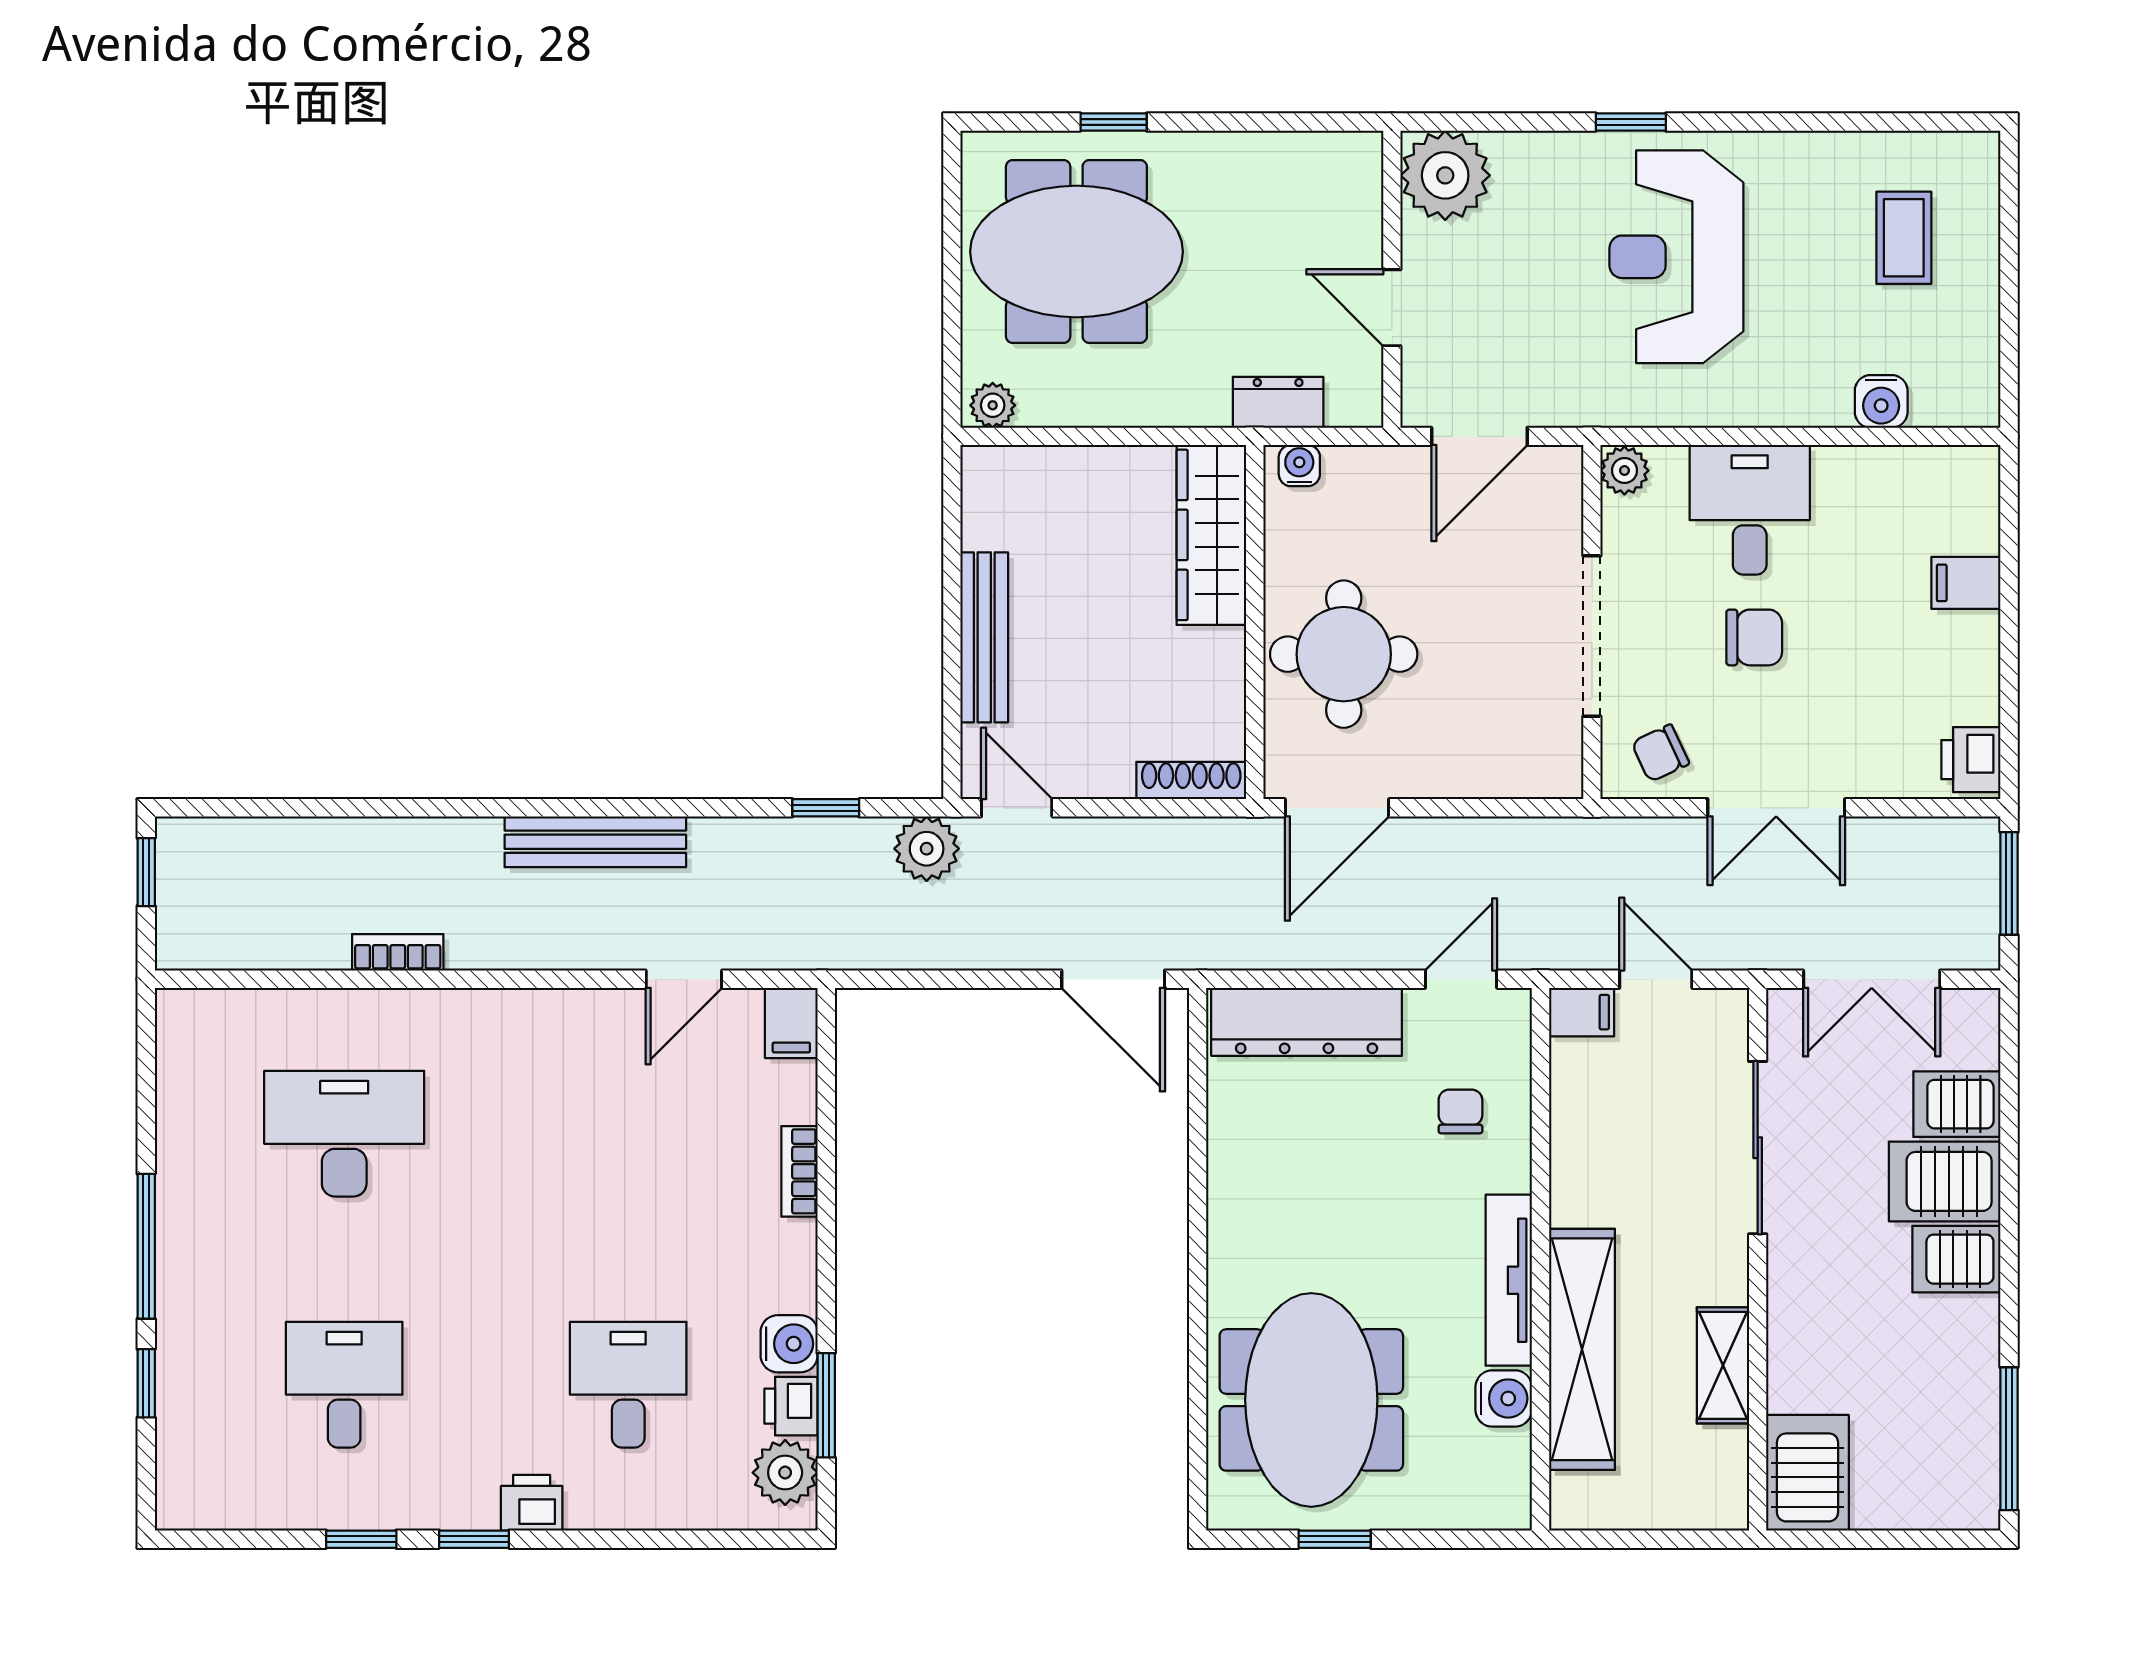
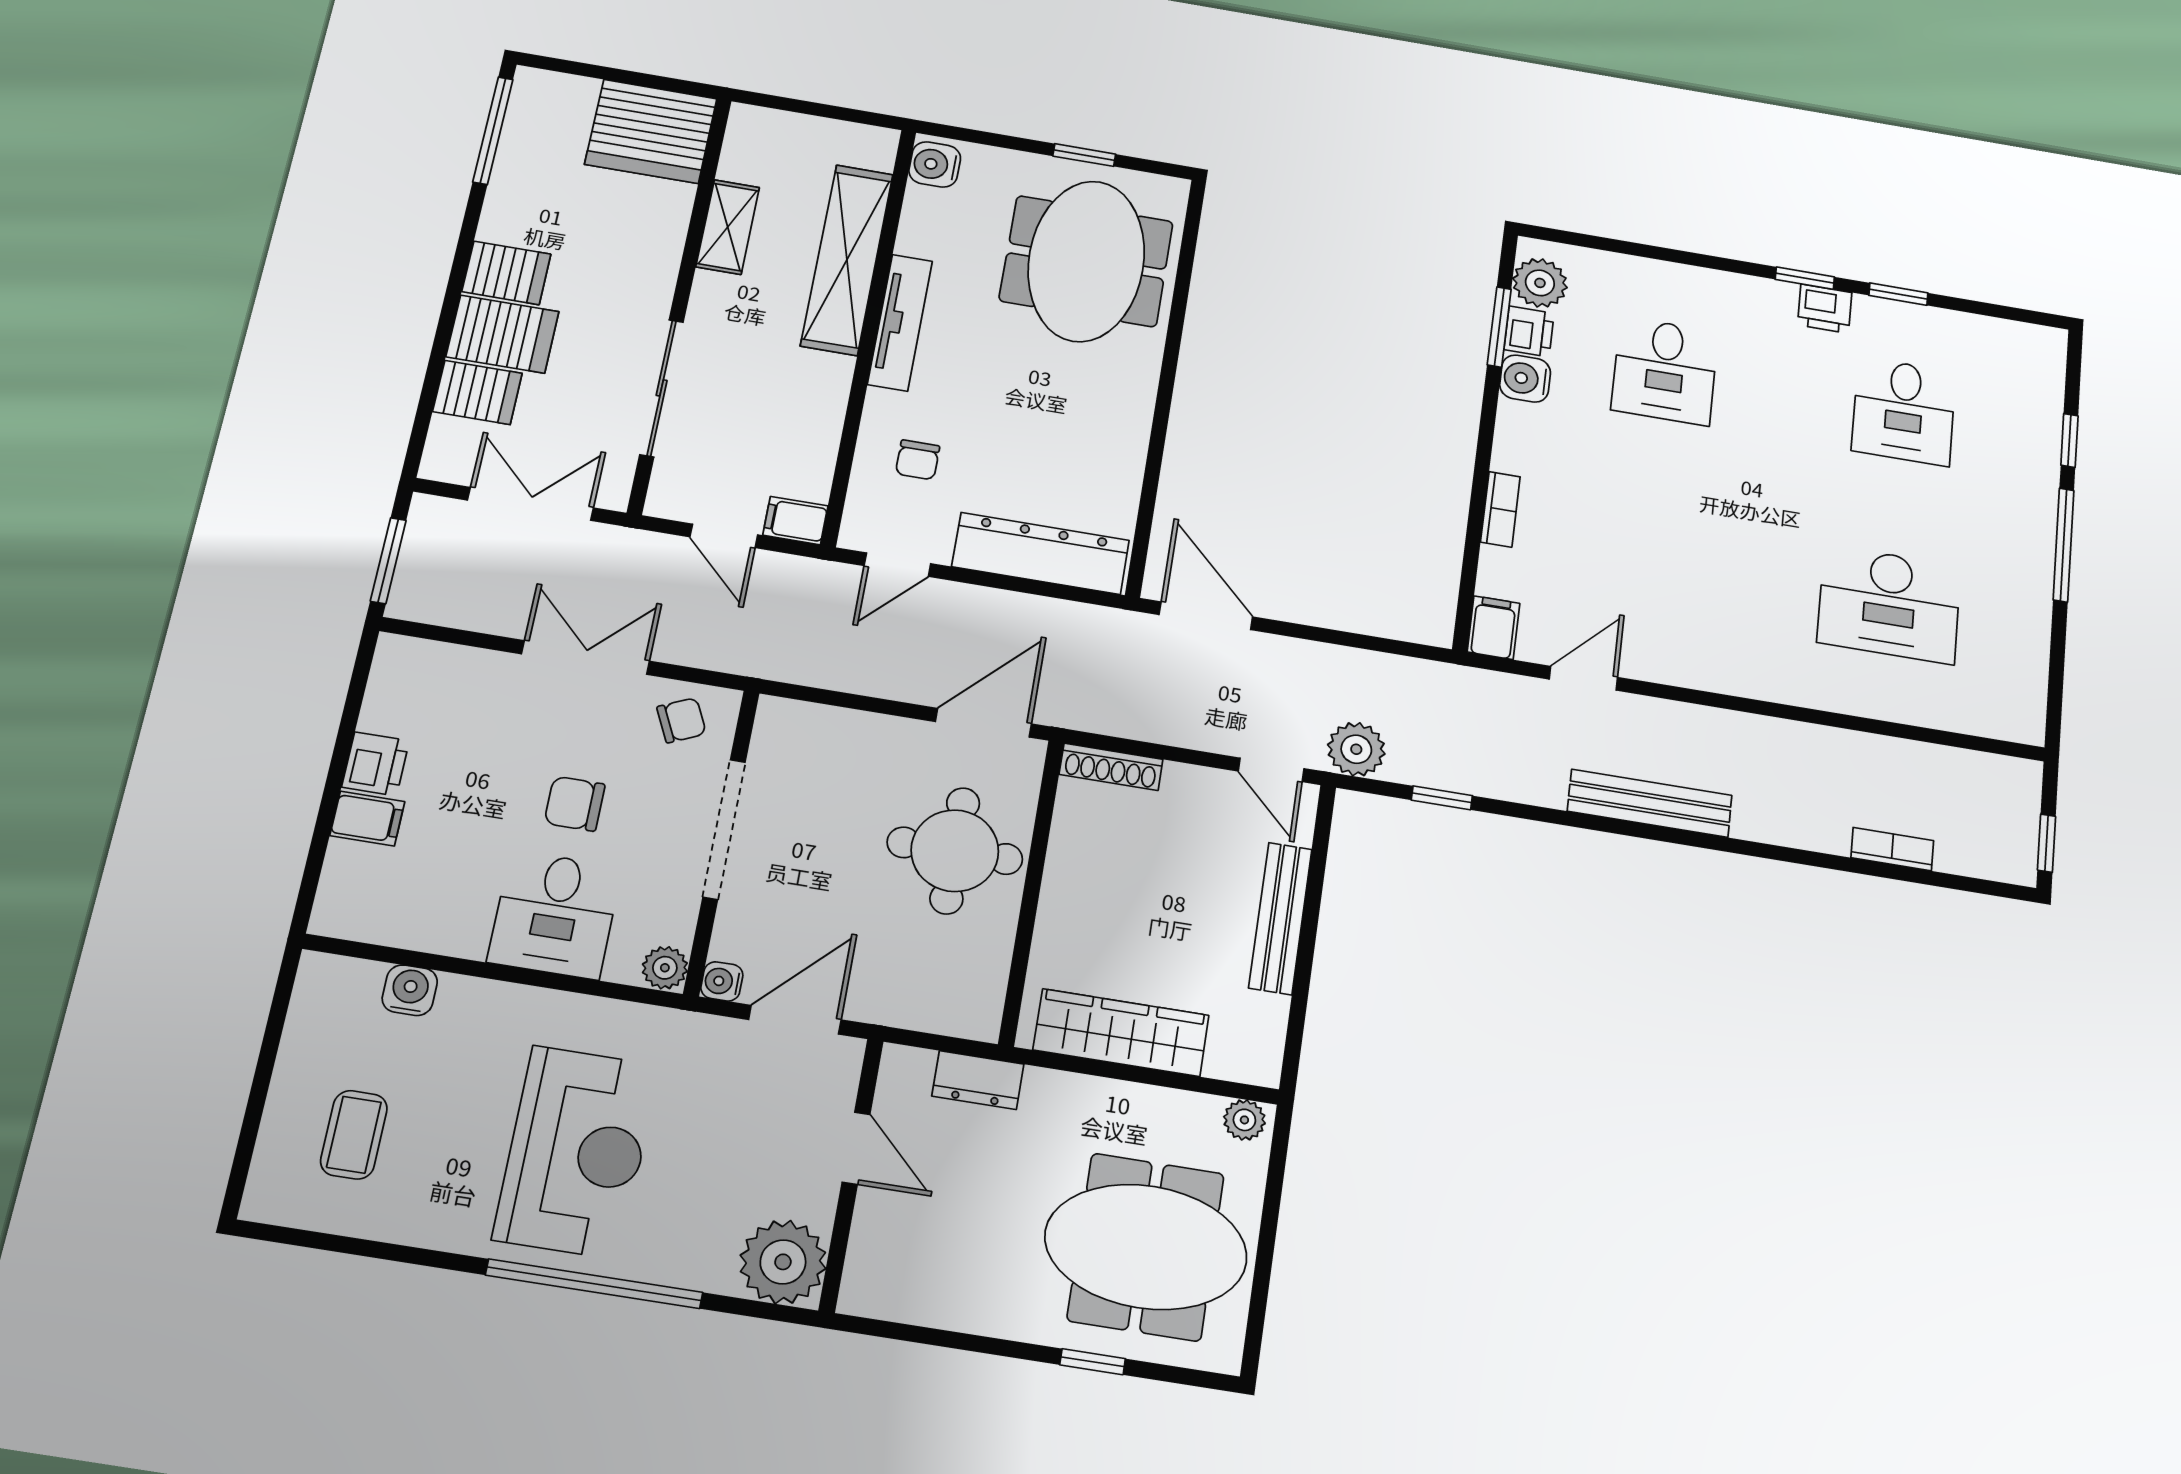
window: (1631, 122) -> (594, 1284), width x3.17
water cooler: (1299, 466) -> (722, 981), moved, turned 90
wardrobe: (1211, 535) -> (1121, 1033), moved, turned -90
printer: (1971, 760) -> (376, 764), moved
bookcase: (398, 952) -> (1892, 849), moved, turned 180
water cooler: (1504, 1398) -> (935, 164), moved
server rack: (1808, 1473) -> (651, 131), width x1.60
printer: (532, 1503) -> (1825, 309), moved

